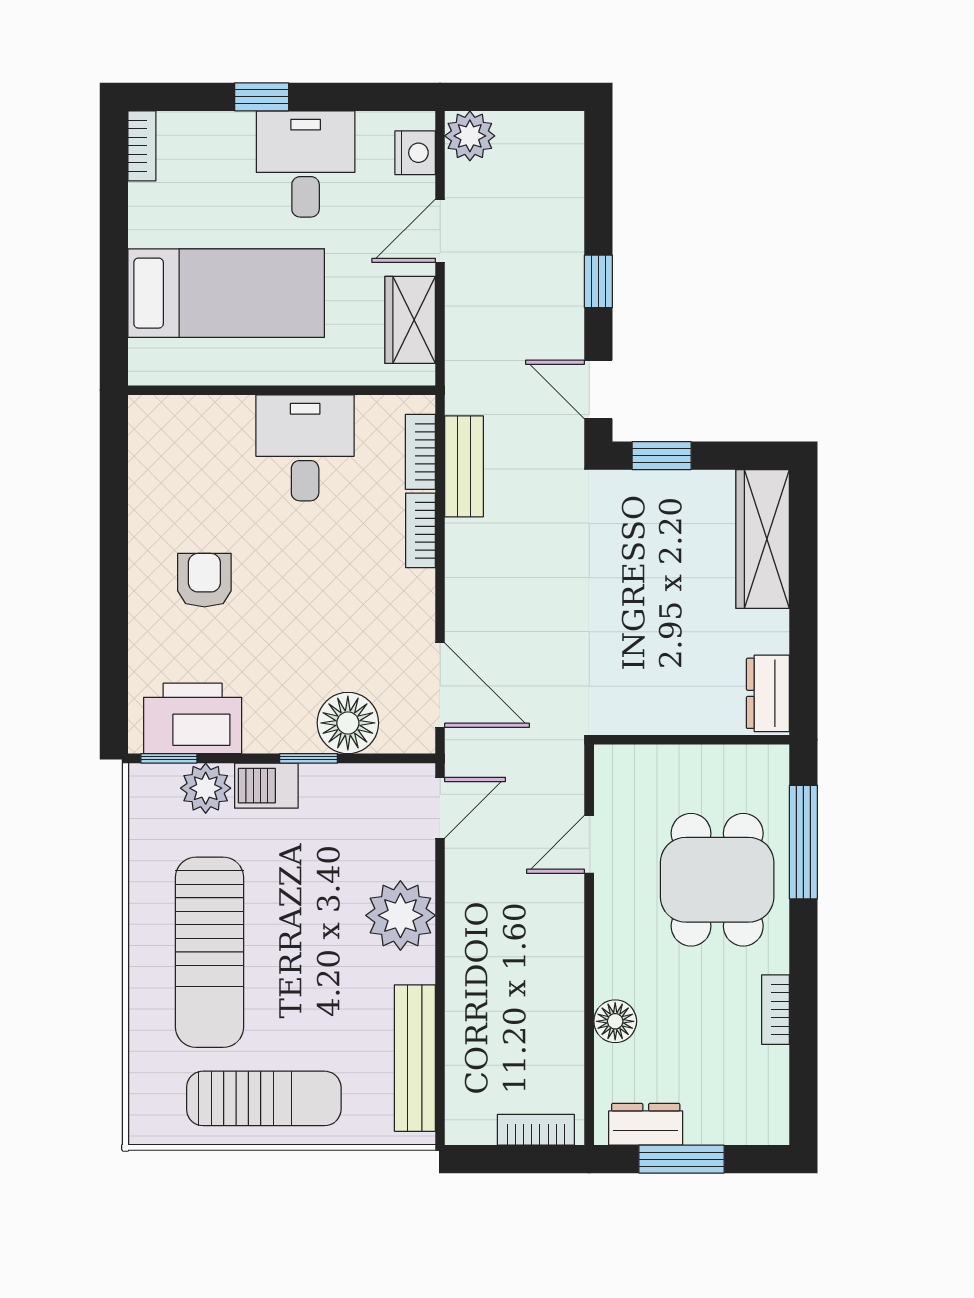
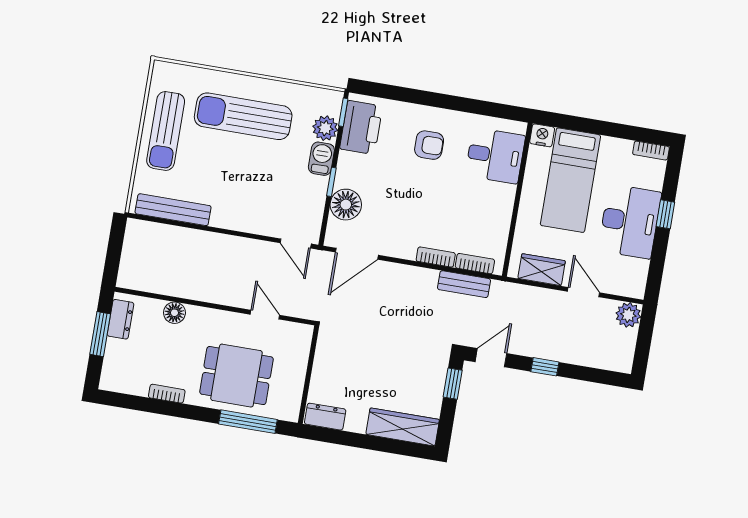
nightstand: (415, 153) -> (542, 135), moved, turned 180
desk: (306, 164) -> (630, 221), width x1.37
desk: (305, 448) -> (495, 156), moved
plant: (400, 915) -> (245, 215), removed
bookcase: (536, 1130) -> (127, 264), removed

